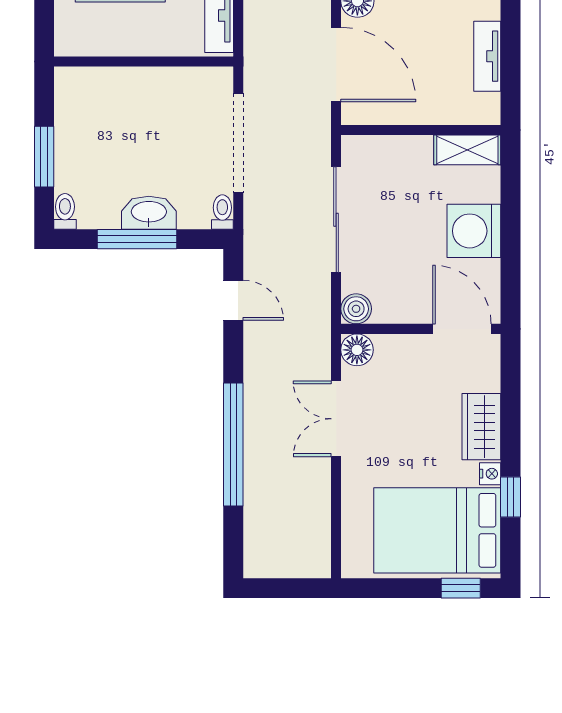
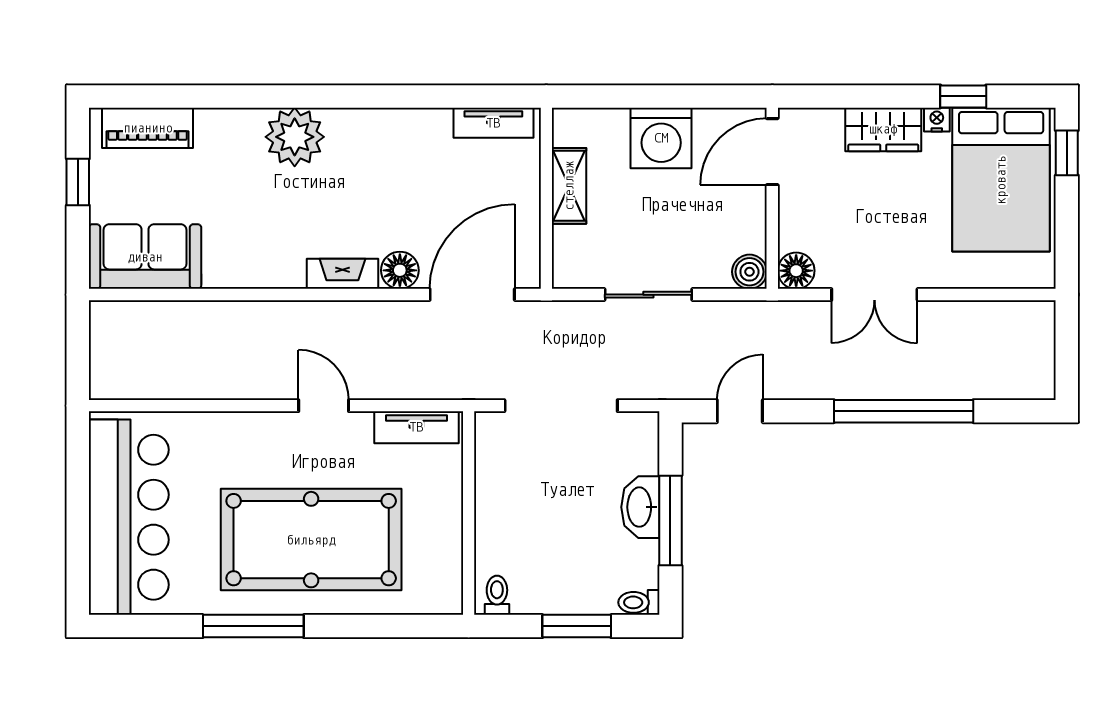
tv unit: (487, 56) -> (493, 123), moved
shelving: (467, 150) -> (569, 186), moved
toilet: (222, 212) -> (497, 595), moved, turned 90
sliding door: (336, 220) -> (648, 295), width x0.73

